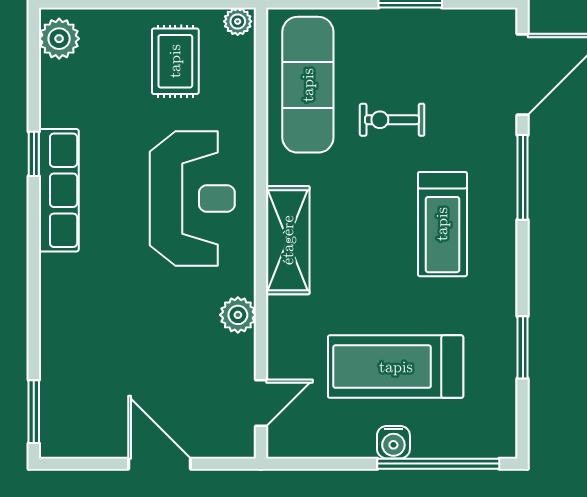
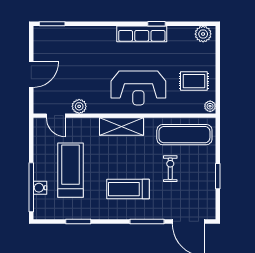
plant: (238, 315) -> (79, 106), moved
water cooler: (393, 442) -> (40, 188), moved

